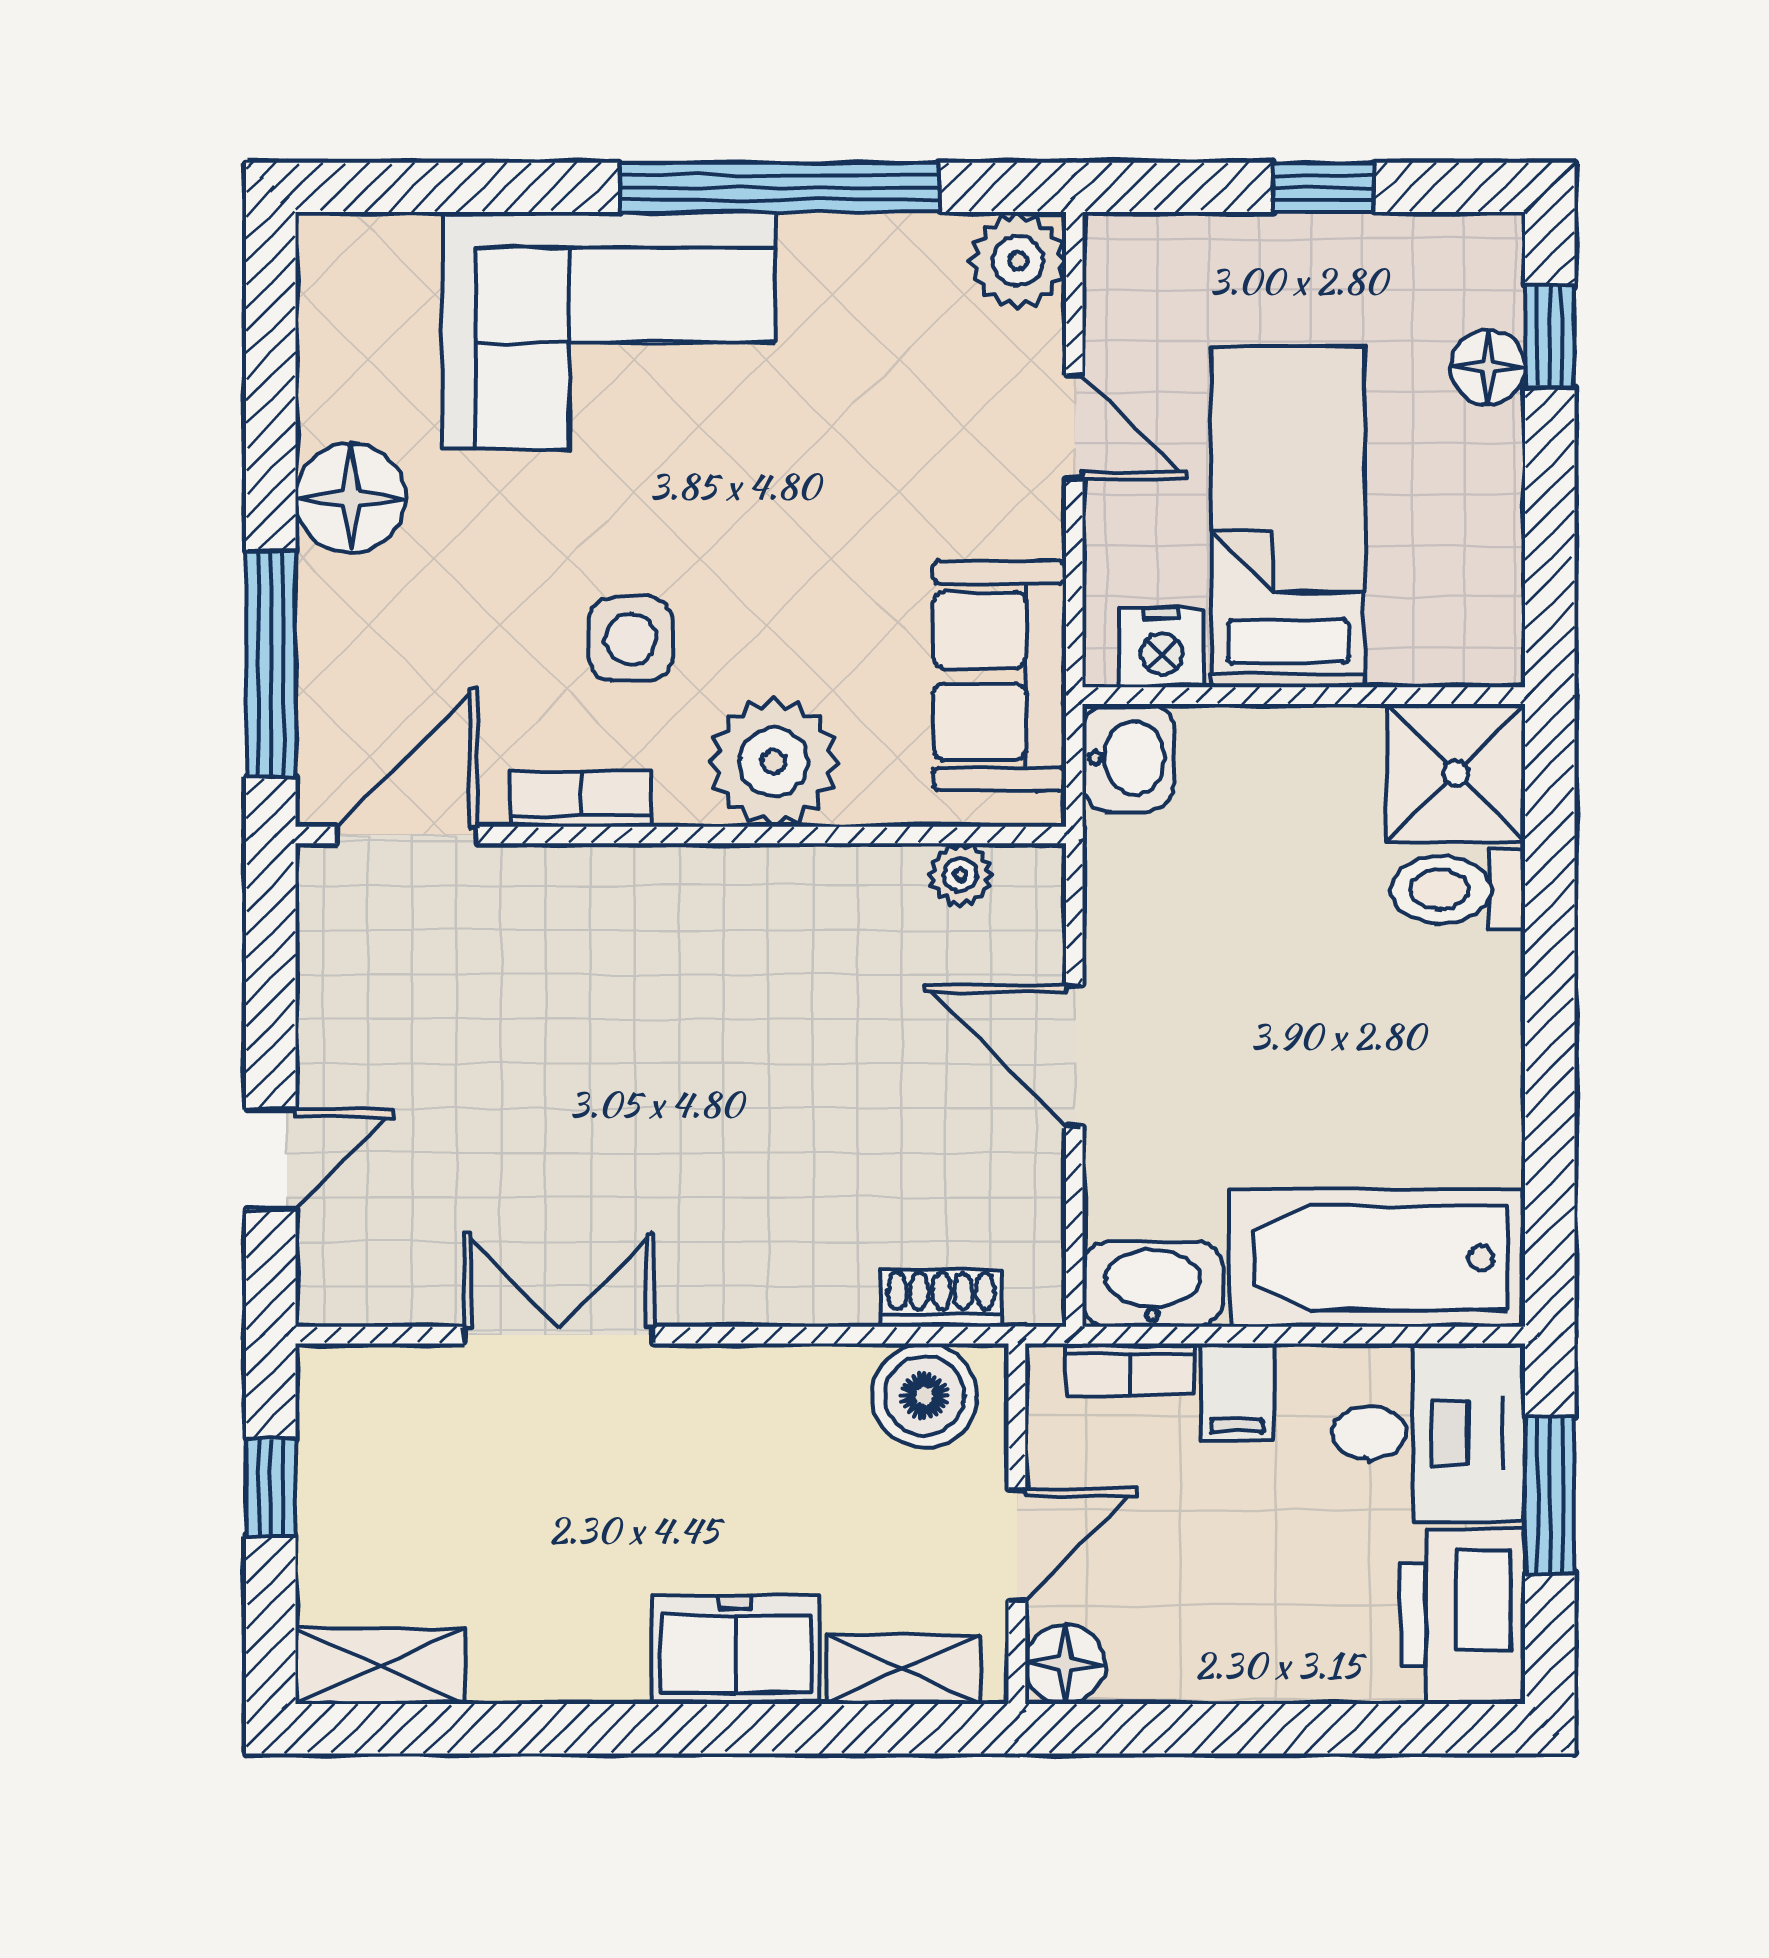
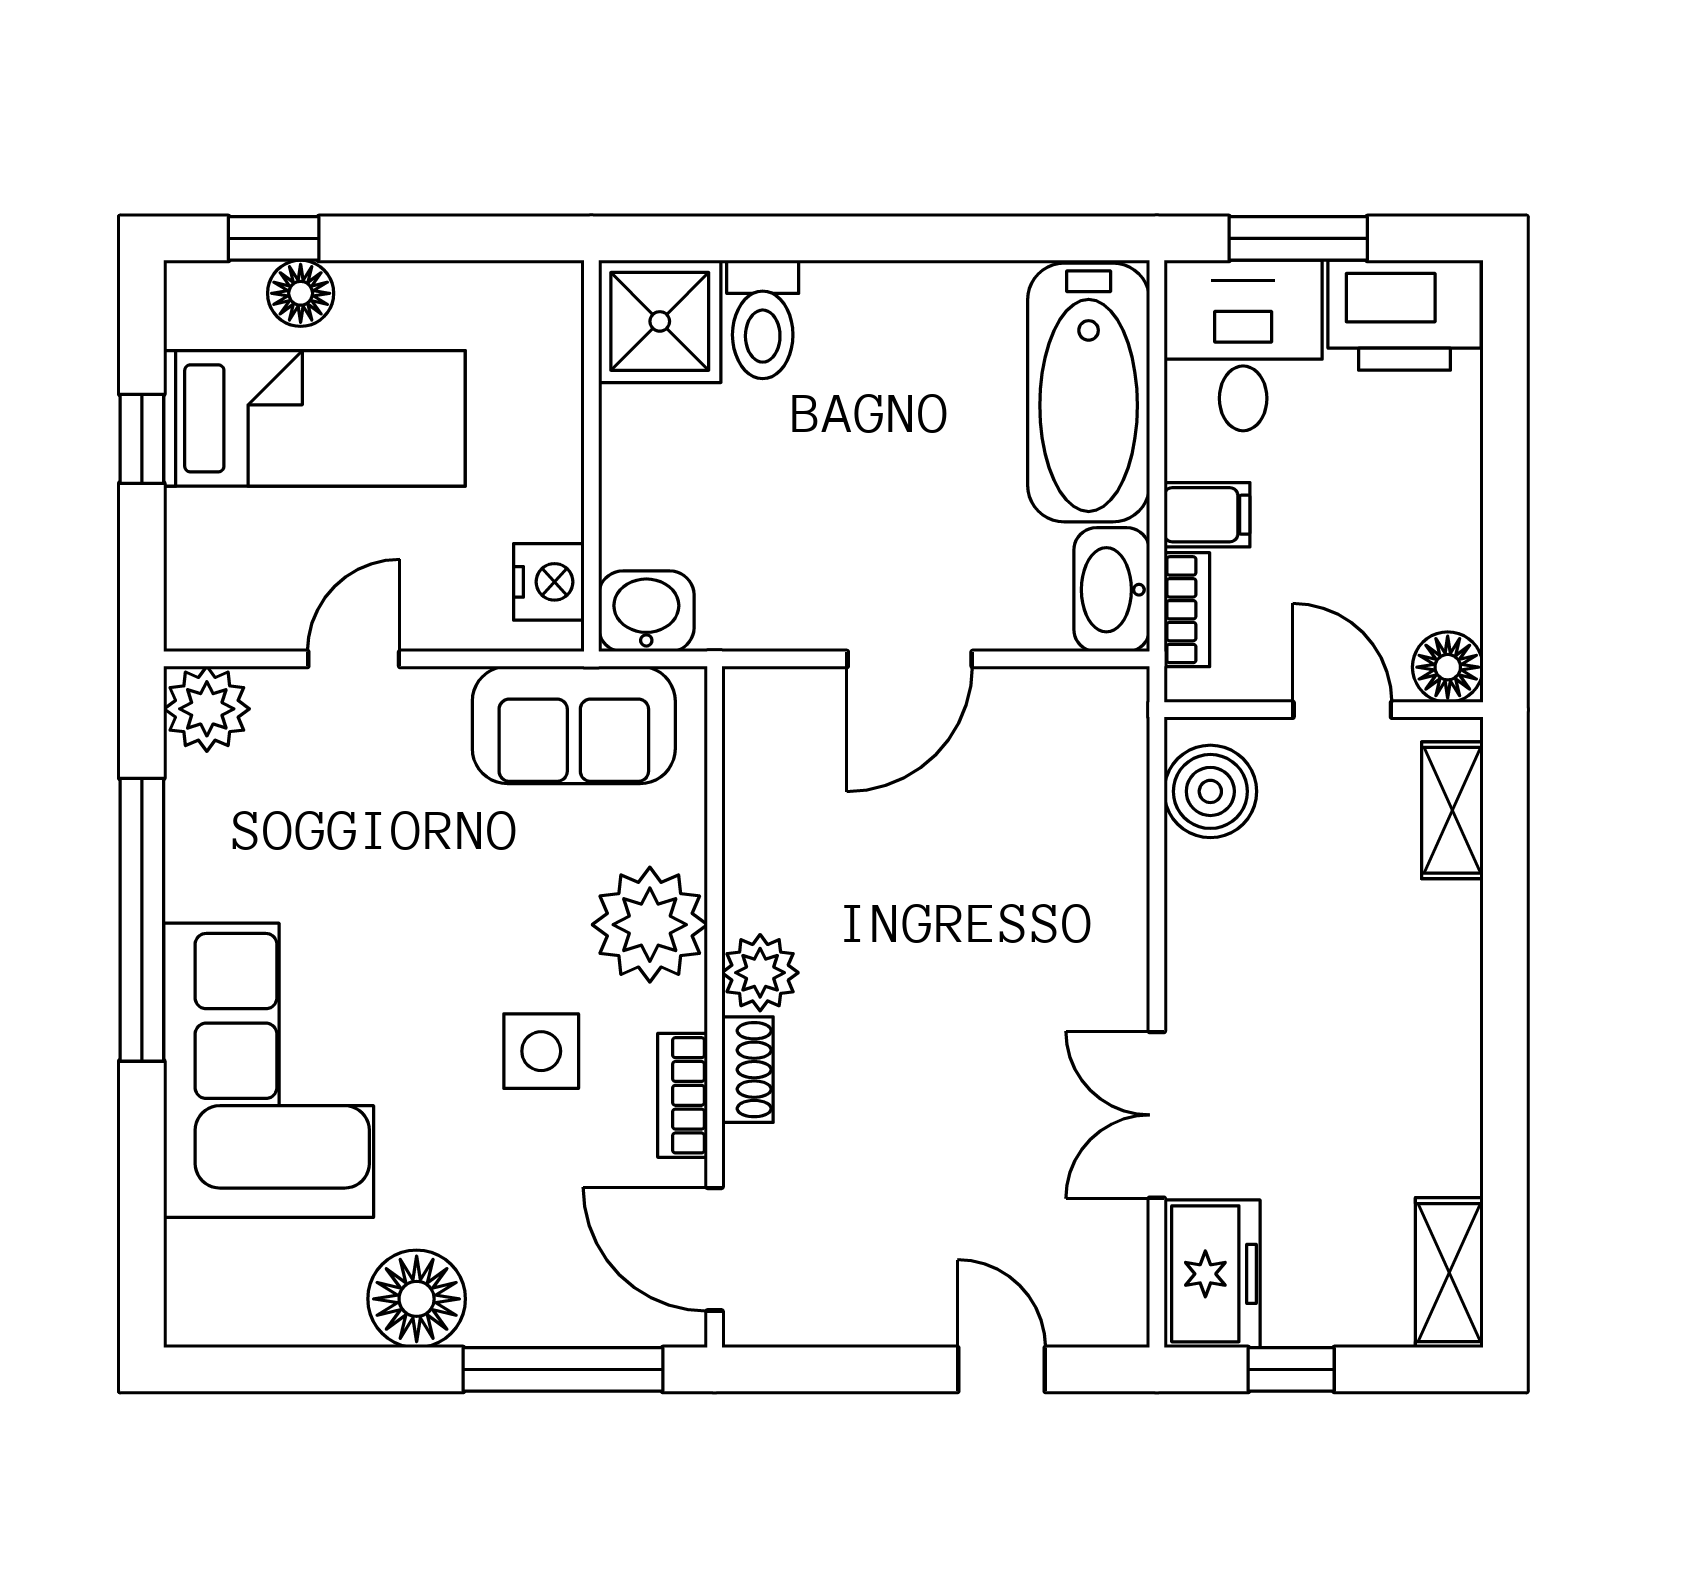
bed: (1288, 517) -> (314, 418), moved, turned 180
plant: (960, 875) -> (760, 973), moved, width x1.38, depth x1.38
shoe rack: (941, 1298) -> (747, 1070), moved, turned 180
freezer: (736, 1650) -> (1212, 1274), moved, turned 180

